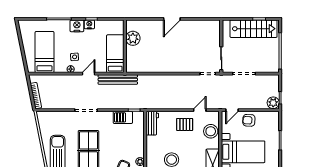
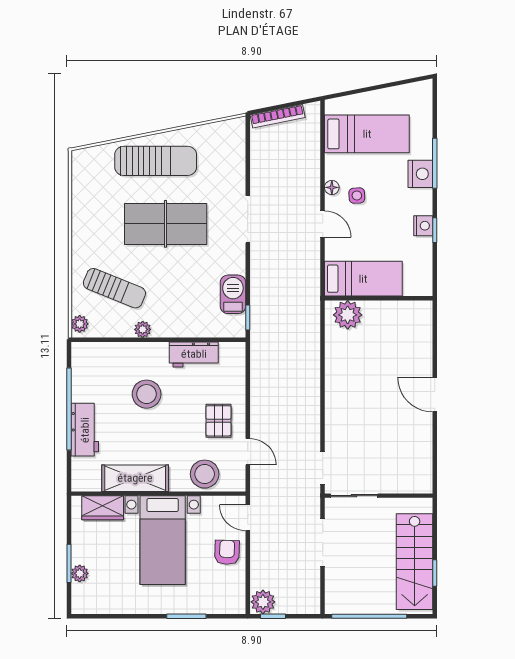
nightstand: (77, 26) -> (420, 174), moved
plant: (133, 38) -> (348, 315), moved
bench: (118, 80) -> (310, 284), removed
workbench: (152, 123) -> (194, 354), moved

